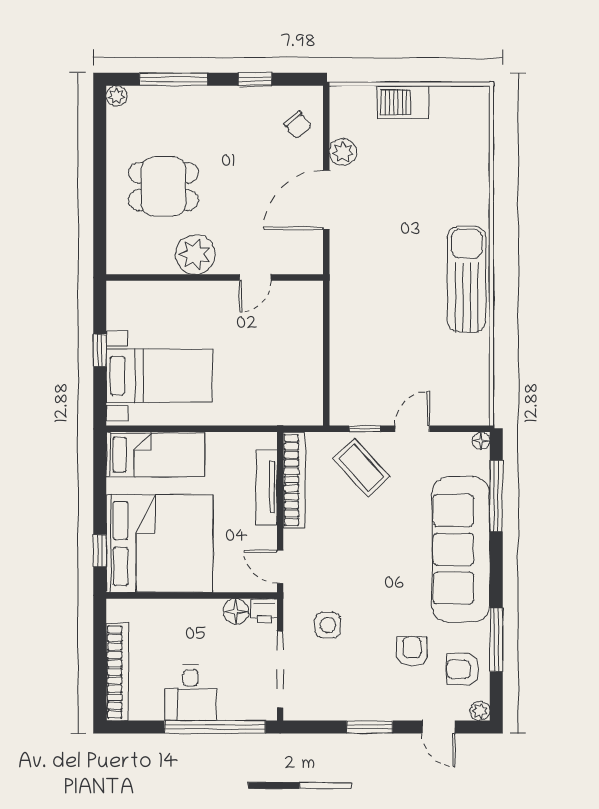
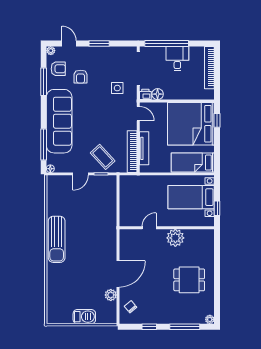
plant: (195, 255) -> (175, 238), moved
wall: (215, 278) -> (167, 228), moved
door: (255, 278) -> (149, 228), moved

